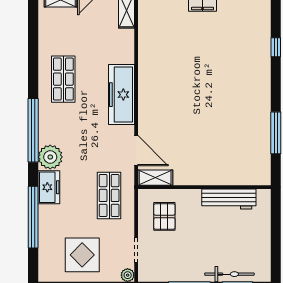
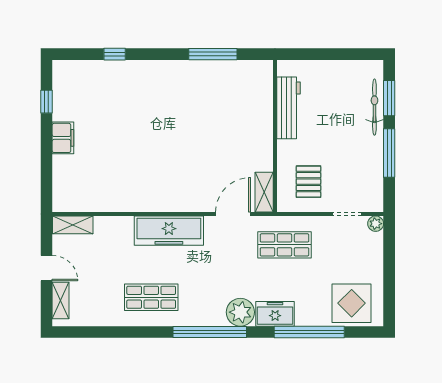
pallet: (164, 216) -> (308, 182), turned 90
display table: (82, 255) -> (352, 303), moved

